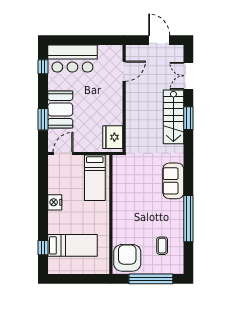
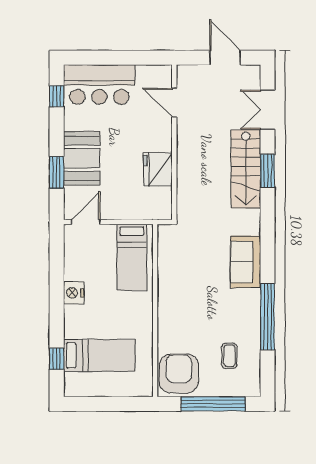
door: (124, 71) -> (174, 103), swing flipped
fridge: (113, 137) -> (158, 169), moved

